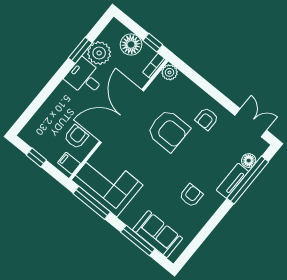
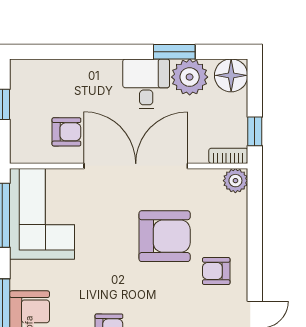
floor lamp: (131, 44) -> (231, 75), moved
armchair: (168, 130) -> (165, 236), turned -90
filing cabinet: (69, 163) -> (28, 149), removed

